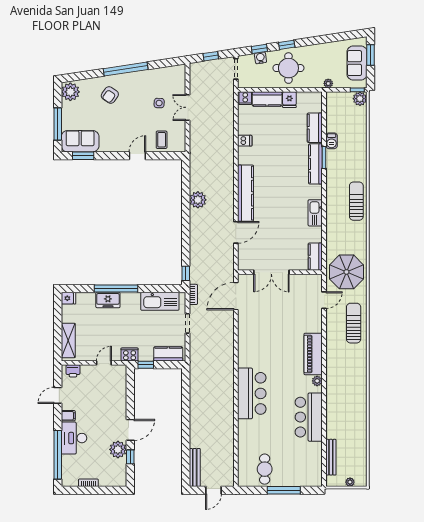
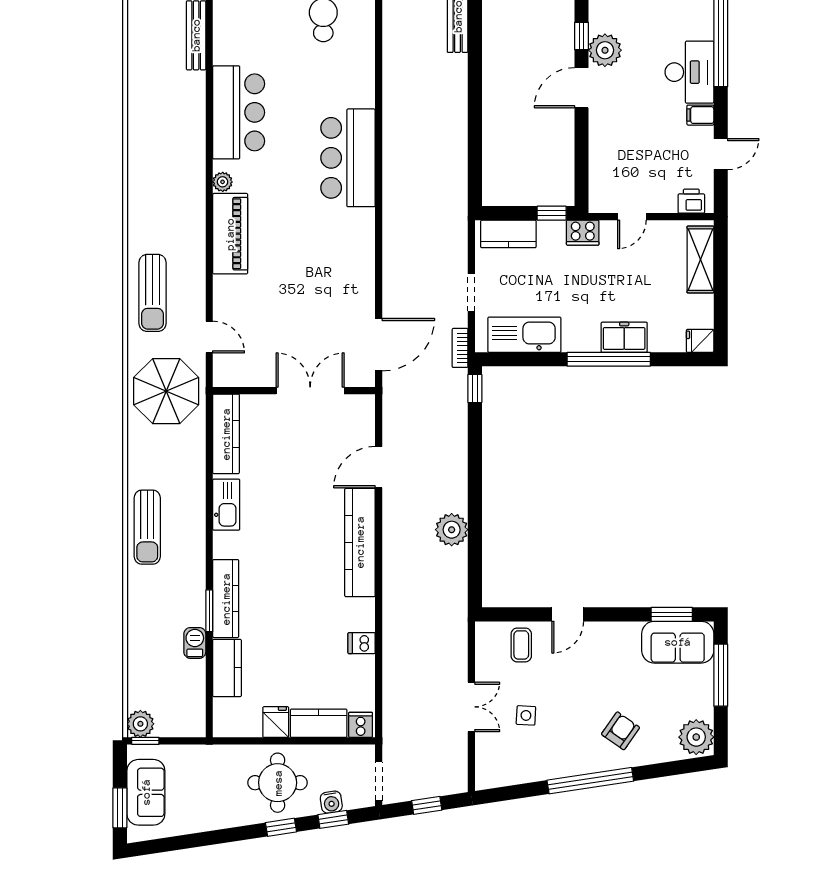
plant: (328, 83) -> (201, 753), removed
kitchen counter: (315, 257) -> (226, 434), width x1.50
door: (324, 300) -> (209, 337), swing flipped

